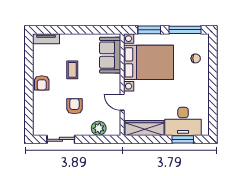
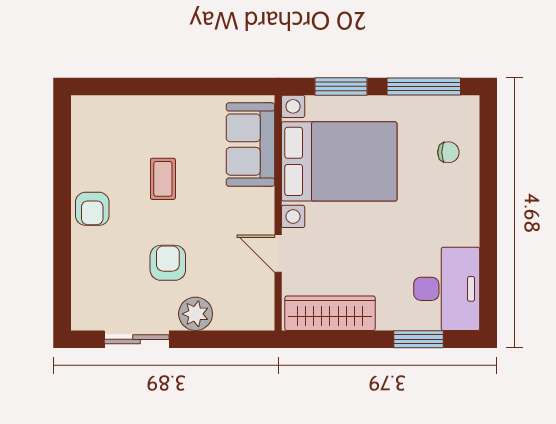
tv unit: (46, 39) -> (102, 107), removed
desk: (183, 121) -> (447, 289), moved, turned -90
plant: (99, 128) -> (196, 314), moved

